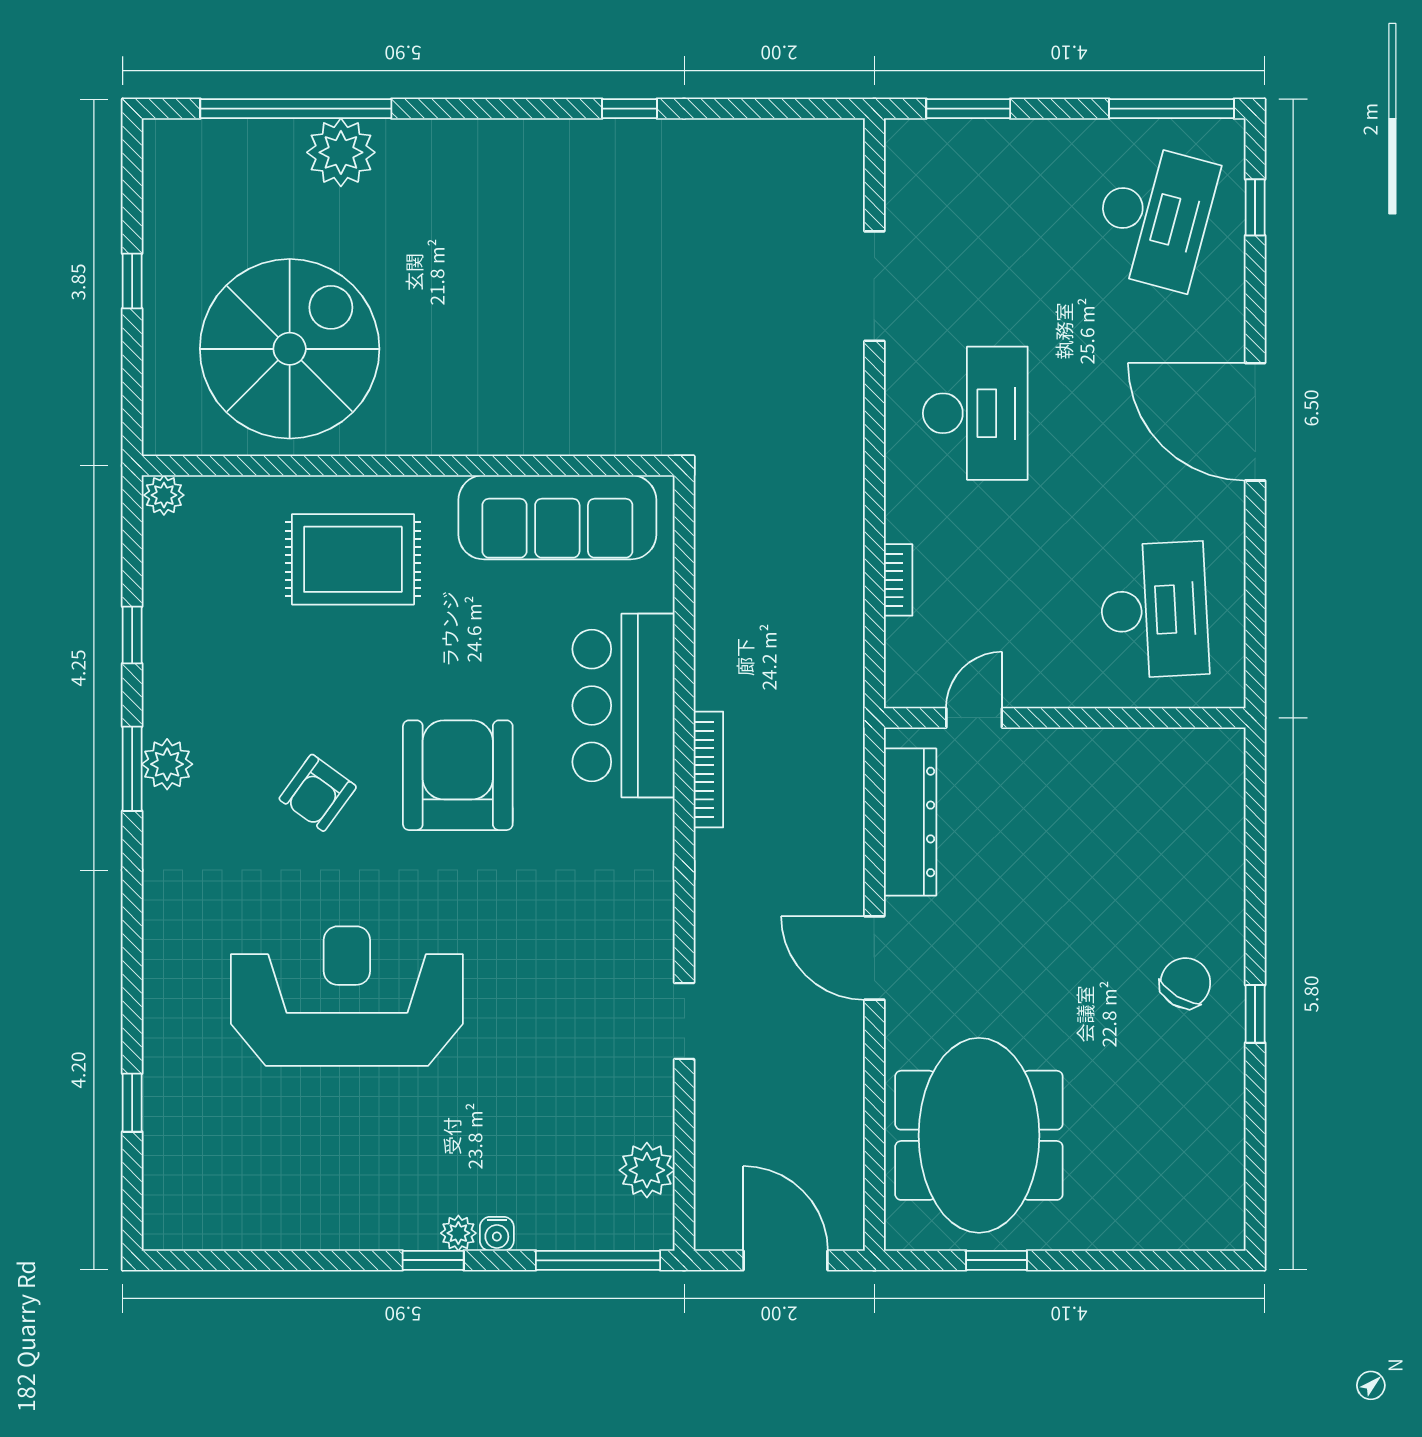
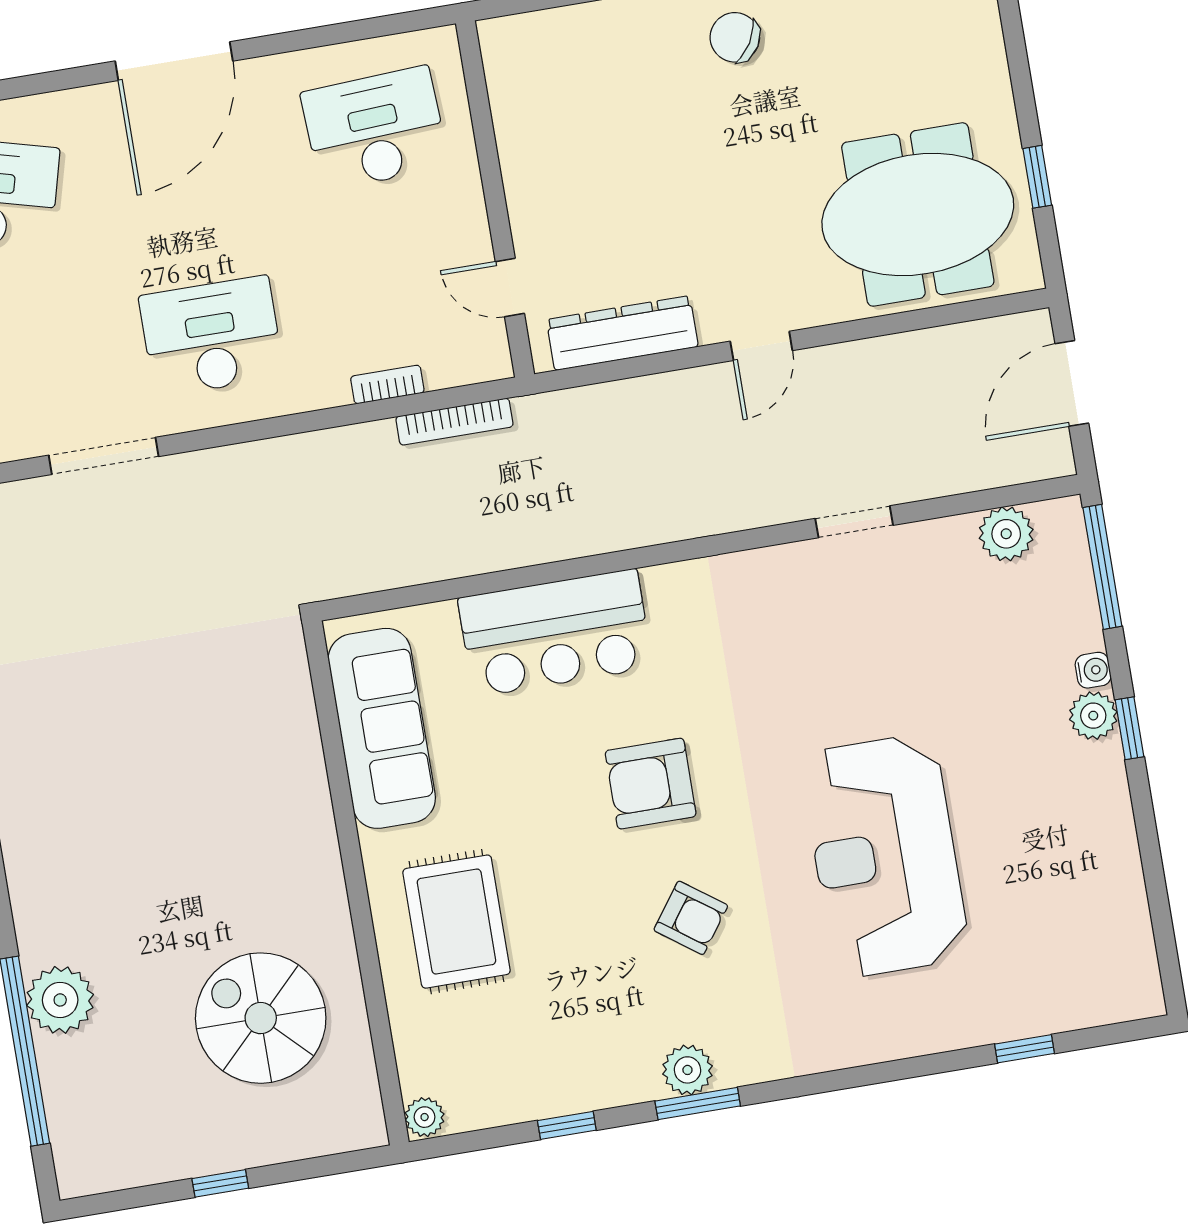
spiral stairs: (290, 349) -> (261, 1018), width x0.73, depth x0.73
bookcase: (708, 770) -> (454, 422), moved, turned 180
armchair: (458, 775) -> (651, 784), width x0.73, depth x0.73
door: (874, 958) -> (761, 346), width x0.73
plant: (458, 1233) -> (1093, 716), width x1.38, depth x1.38

